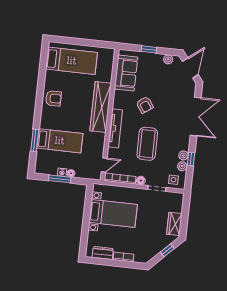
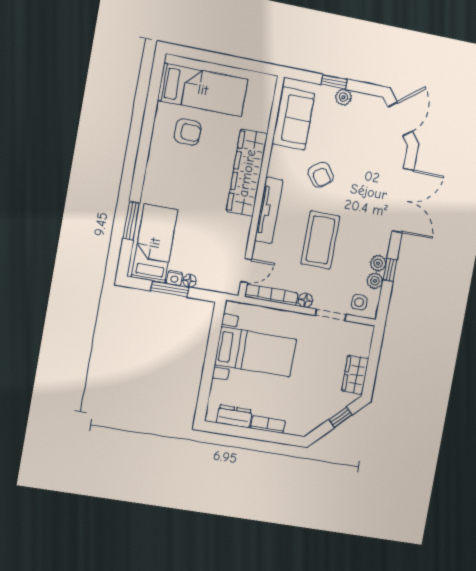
plant: (168, 59) -> (343, 97), moved
armchair: (53, 98) -> (188, 132), moved
bed: (60, 141) -> (155, 243), moved, turned -90

